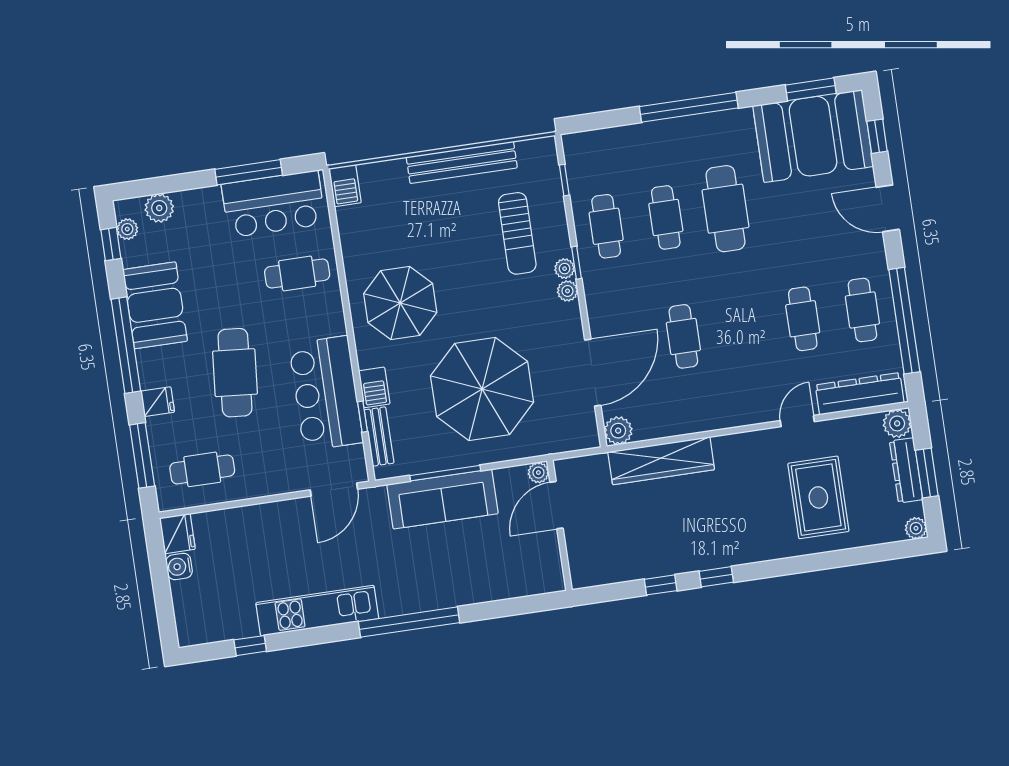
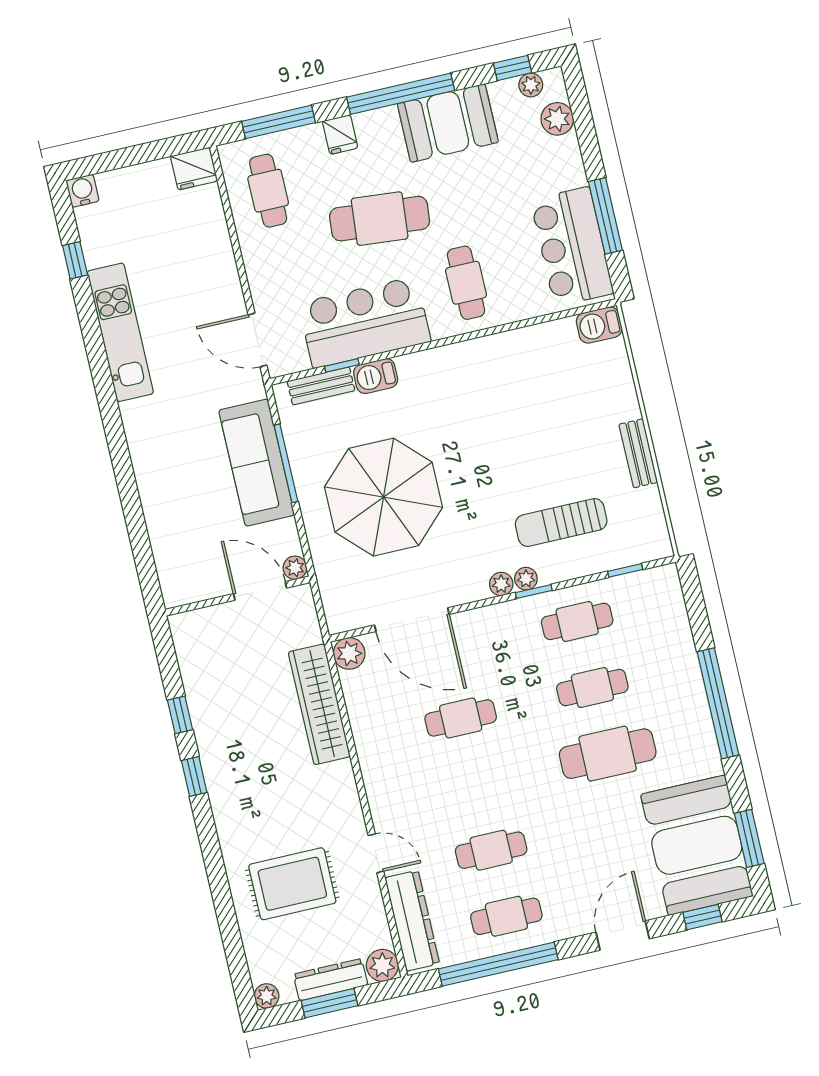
bench: (462, 162) -> (638, 453), width x0.54, depth x0.82
cafe table: (297, 273) -> (466, 283), moved
parasol: (400, 303) -> (473, 398), removed
water cooler: (179, 566) -> (83, 191), moved
window: (409, 622) -> (116, 436), removed

